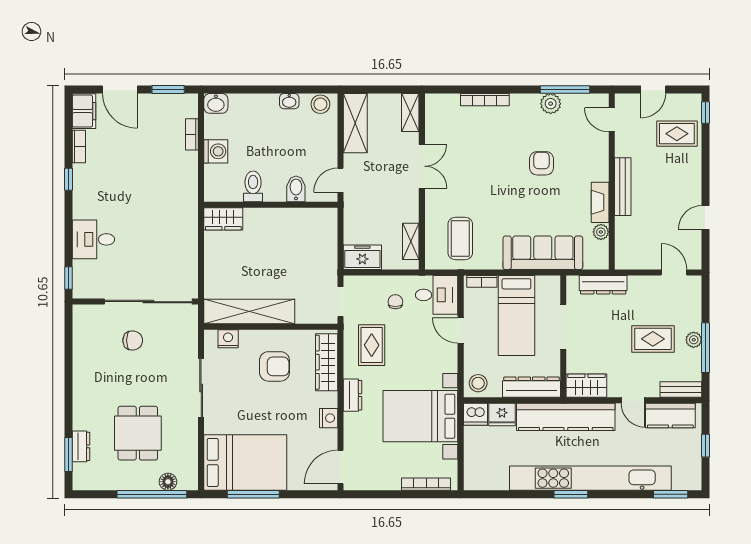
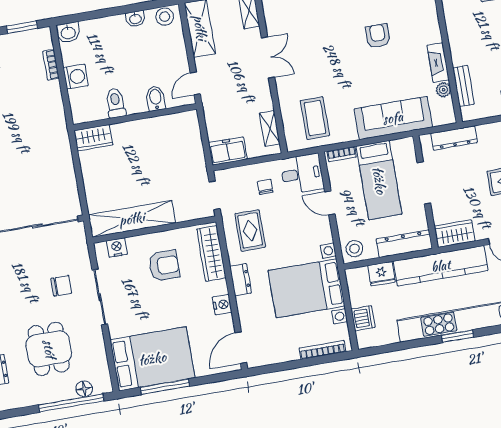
bench: (623, 187) -> (463, 86), moved, width x0.73
chair: (133, 340) -> (61, 286), moved
dishwasher: (475, 414) -> (363, 318), moved, turned -90

